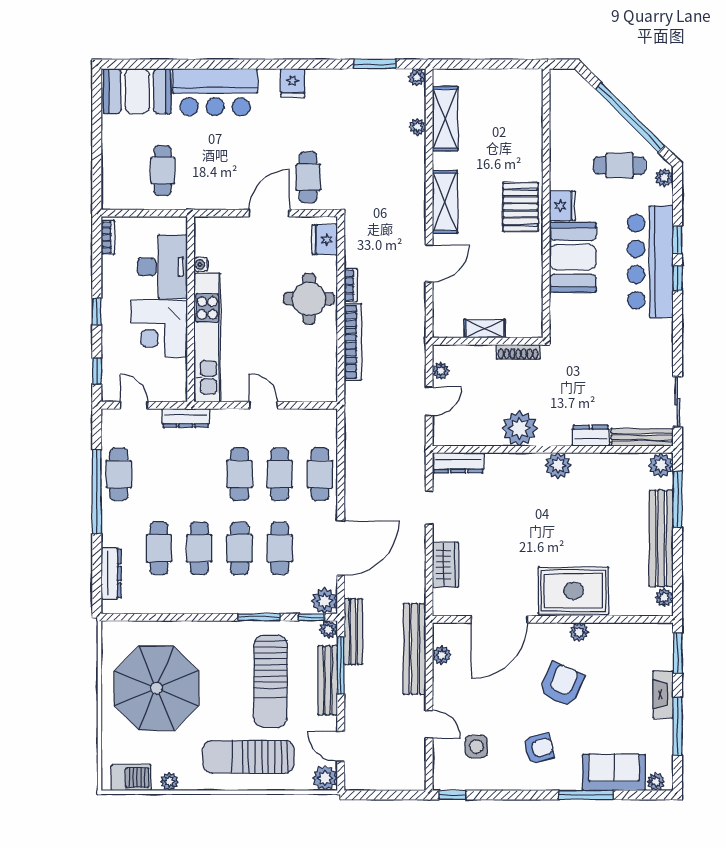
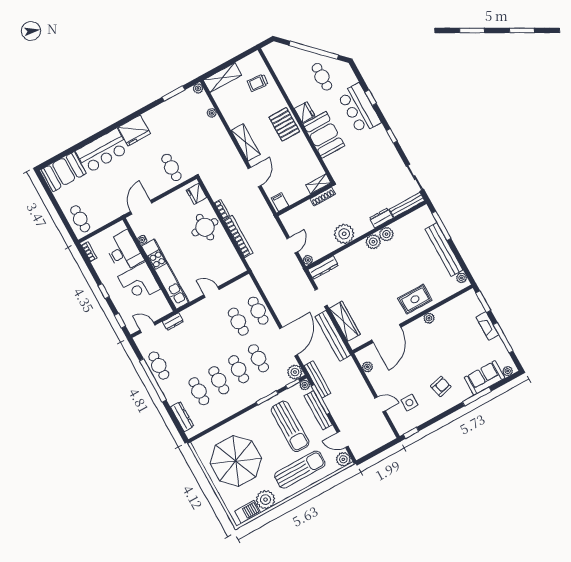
fridge: (293, 83) -> (134, 130), width x1.88, depth x1.34
shelving: (445, 119) -> (222, 78), moved, turned 90
trolley: (514, 120) -> (257, 83), added
cafe table: (620, 165) -> (322, 77), turned 90
cafe table: (163, 171) -> (80, 219), moved
plant: (664, 178) -> (347, 71), removed
door: (269, 213) -> (141, 207), moved
bar counter: (650, 262) -> (359, 109), width x0.73
window: (678, 279) -> (392, 136), moved
filing cabinet: (447, 324) -> (280, 202), added
shelving: (485, 329) -> (318, 184), moved
plant: (441, 371) -> (308, 260), moved
dresser: (186, 418) -> (173, 322), width x0.70
plant: (661, 465) -> (386, 234), moved
cafe table: (239, 474) -> (218, 333), removed
wardrobe: (446, 565) -> (345, 321), width x1.50
rug: (573, 591) -> (415, 299), width x0.73, depth x0.70
bench: (414, 649) -> (333, 336), moved
armchair: (562, 684) -> (435, 349), removed
sun lounger: (248, 757) -> (300, 470), turned 180
plant: (169, 782) -> (265, 500), width x1.87, depth x1.87

